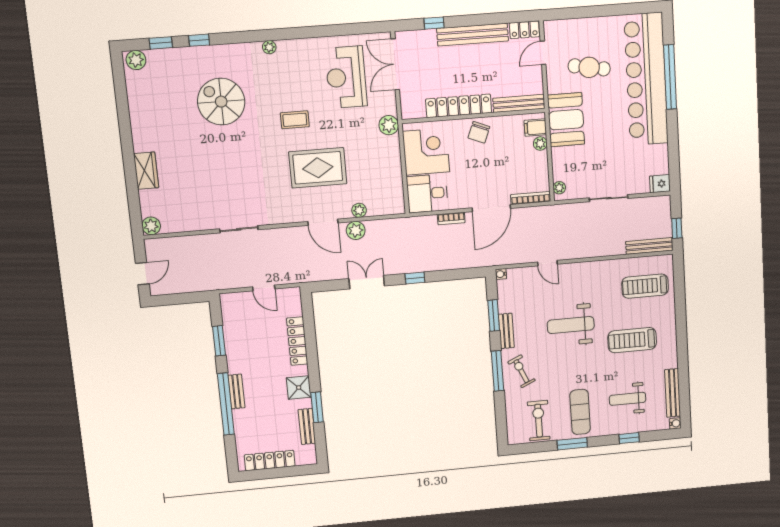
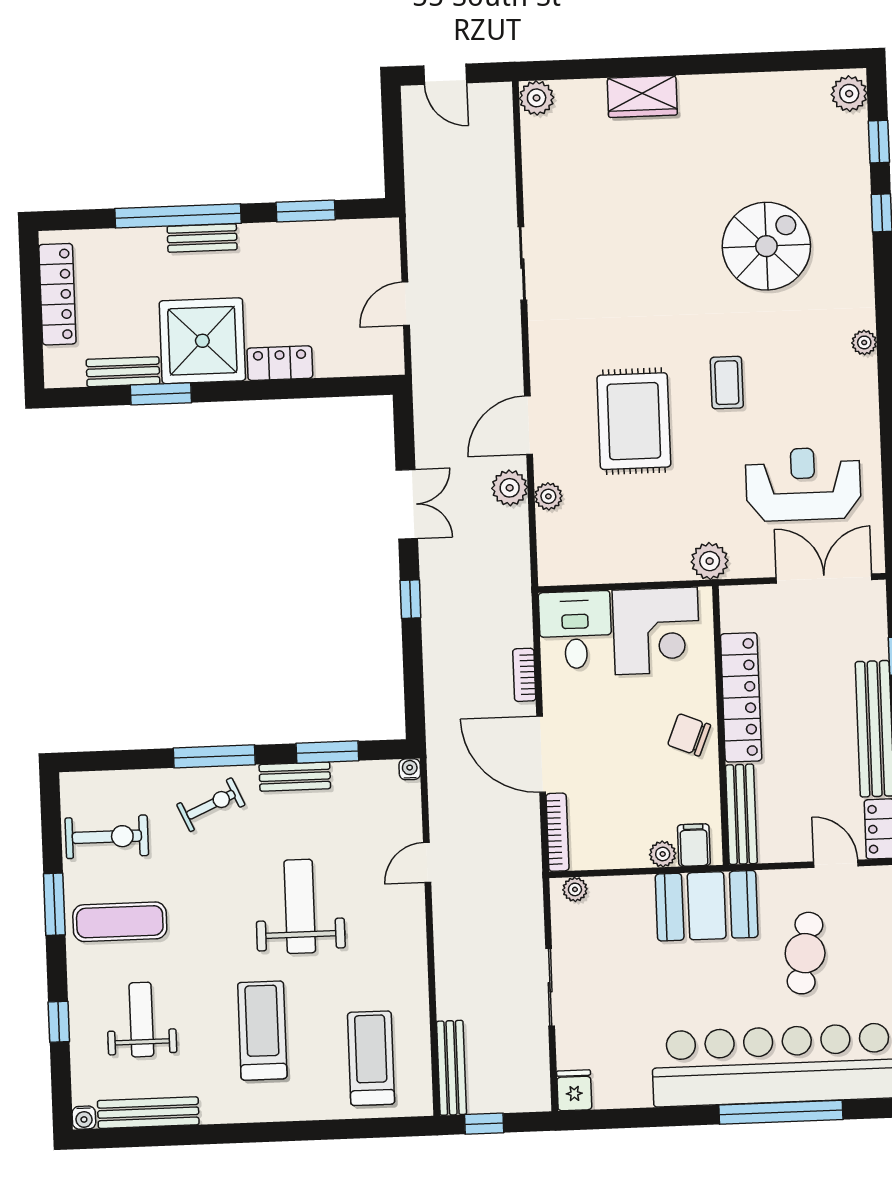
locker: (297, 341) -> (280, 363), width x0.66
shower: (299, 388) -> (202, 341), width x1.86, depth x1.86

